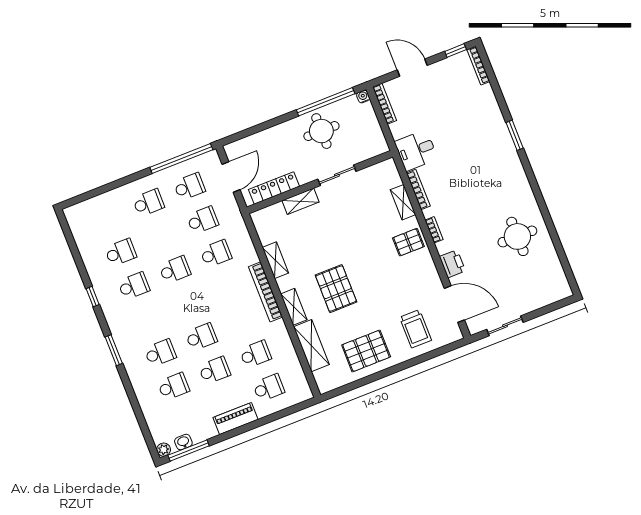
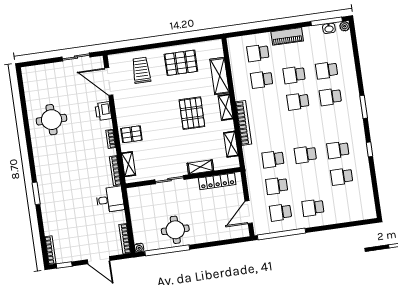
sliding door: (337, 175) -> (169, 180), moved
wall: (320, 182) -> (183, 178), moved
locker: (274, 188) -> (217, 181), moved
shelving: (300, 201) -> (200, 167), moved

